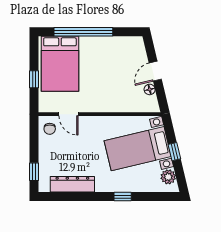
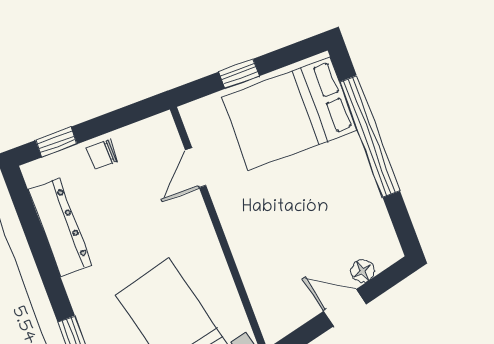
floor lamp: (150, 89) -> (363, 271), moved
chair: (50, 129) -> (102, 154), moved

